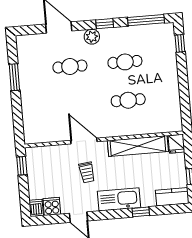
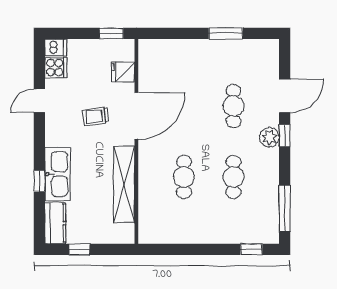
window: (105, 24) -> (285, 136), moved
door: (84, 141) -> (136, 116), width x1.36
fridge: (176, 144) -> (123, 72), moved
kitchen sink: (119, 199) -> (58, 174), moved

